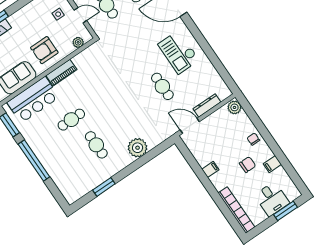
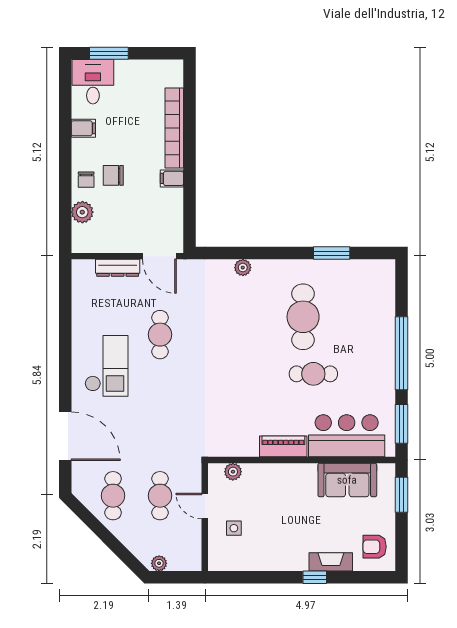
armchair: (44, 50) -> (286, 492), removed
plant: (234, 107) -> (82, 212), moved
cafe table: (96, 145) -> (303, 317), width x1.37, depth x1.35
plant: (138, 148) -> (243, 268), width x0.53, depth x0.53
chair: (247, 165) -> (113, 175), moved
desk: (272, 199) -> (93, 82), moved
bookcase: (236, 210) -> (174, 128), moved

